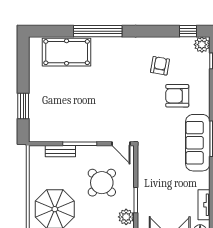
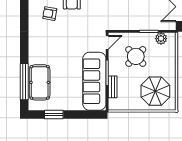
window: (98, 31) -> (24, 82), moved
window: (23, 106) -> (54, 114), moved
sofa: (68, 126) -> (94, 81), added

